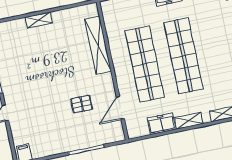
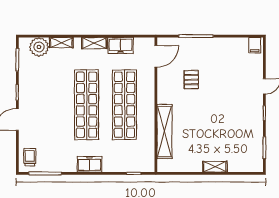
pallet: (82, 104) -> (191, 80), turned 90
door: (120, 108) -> (156, 56), moved

